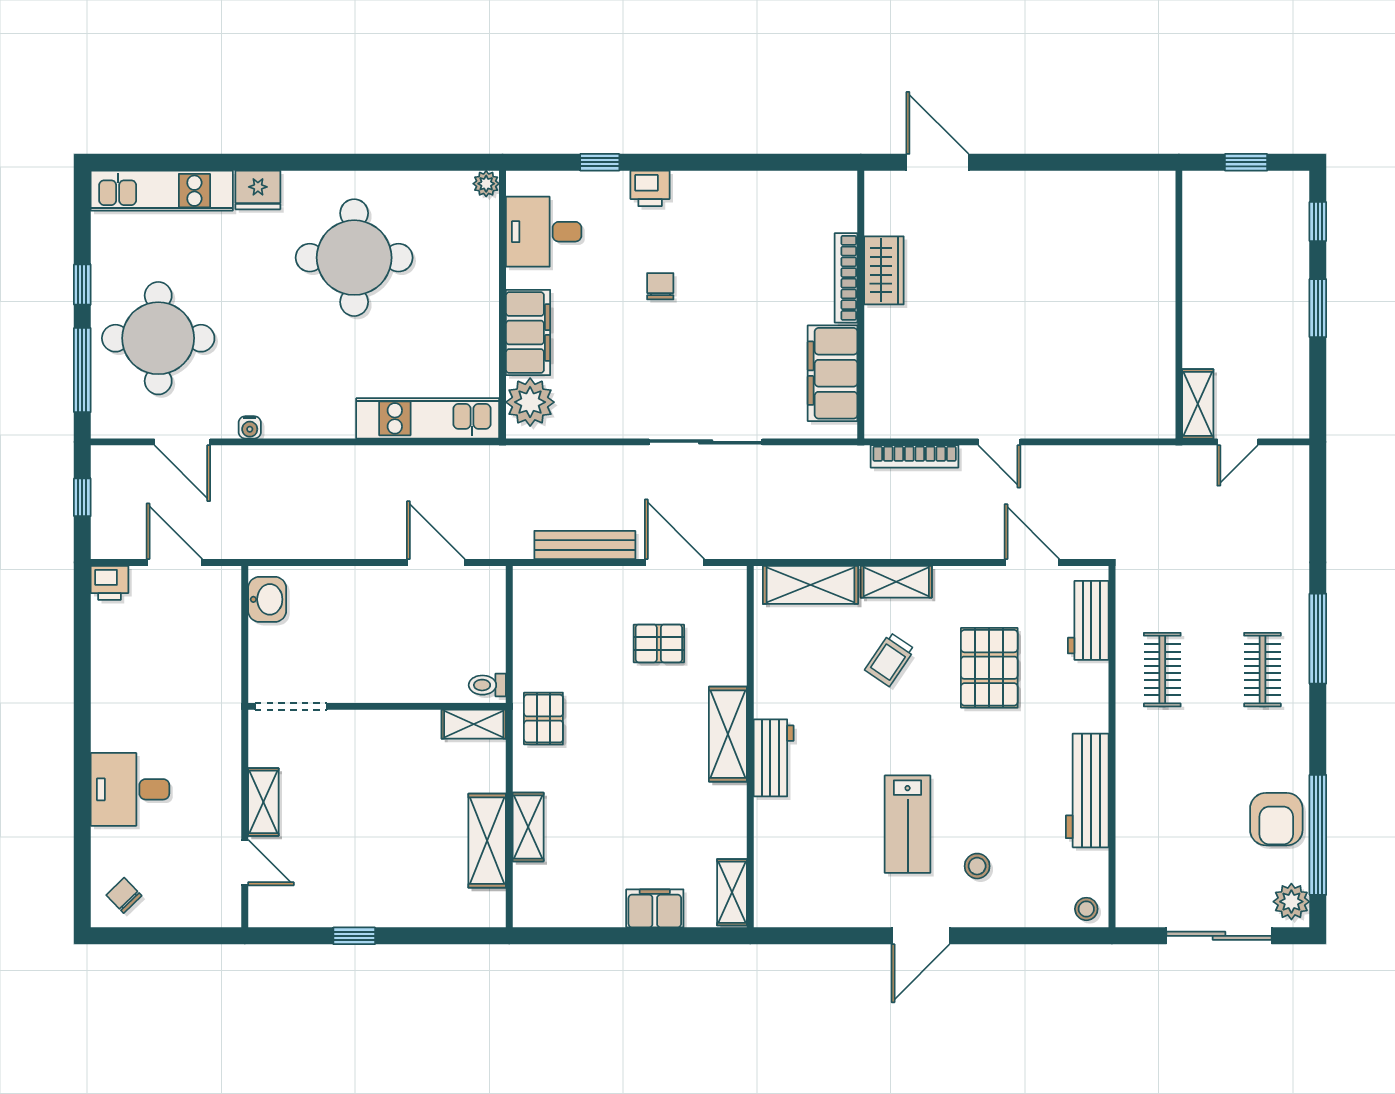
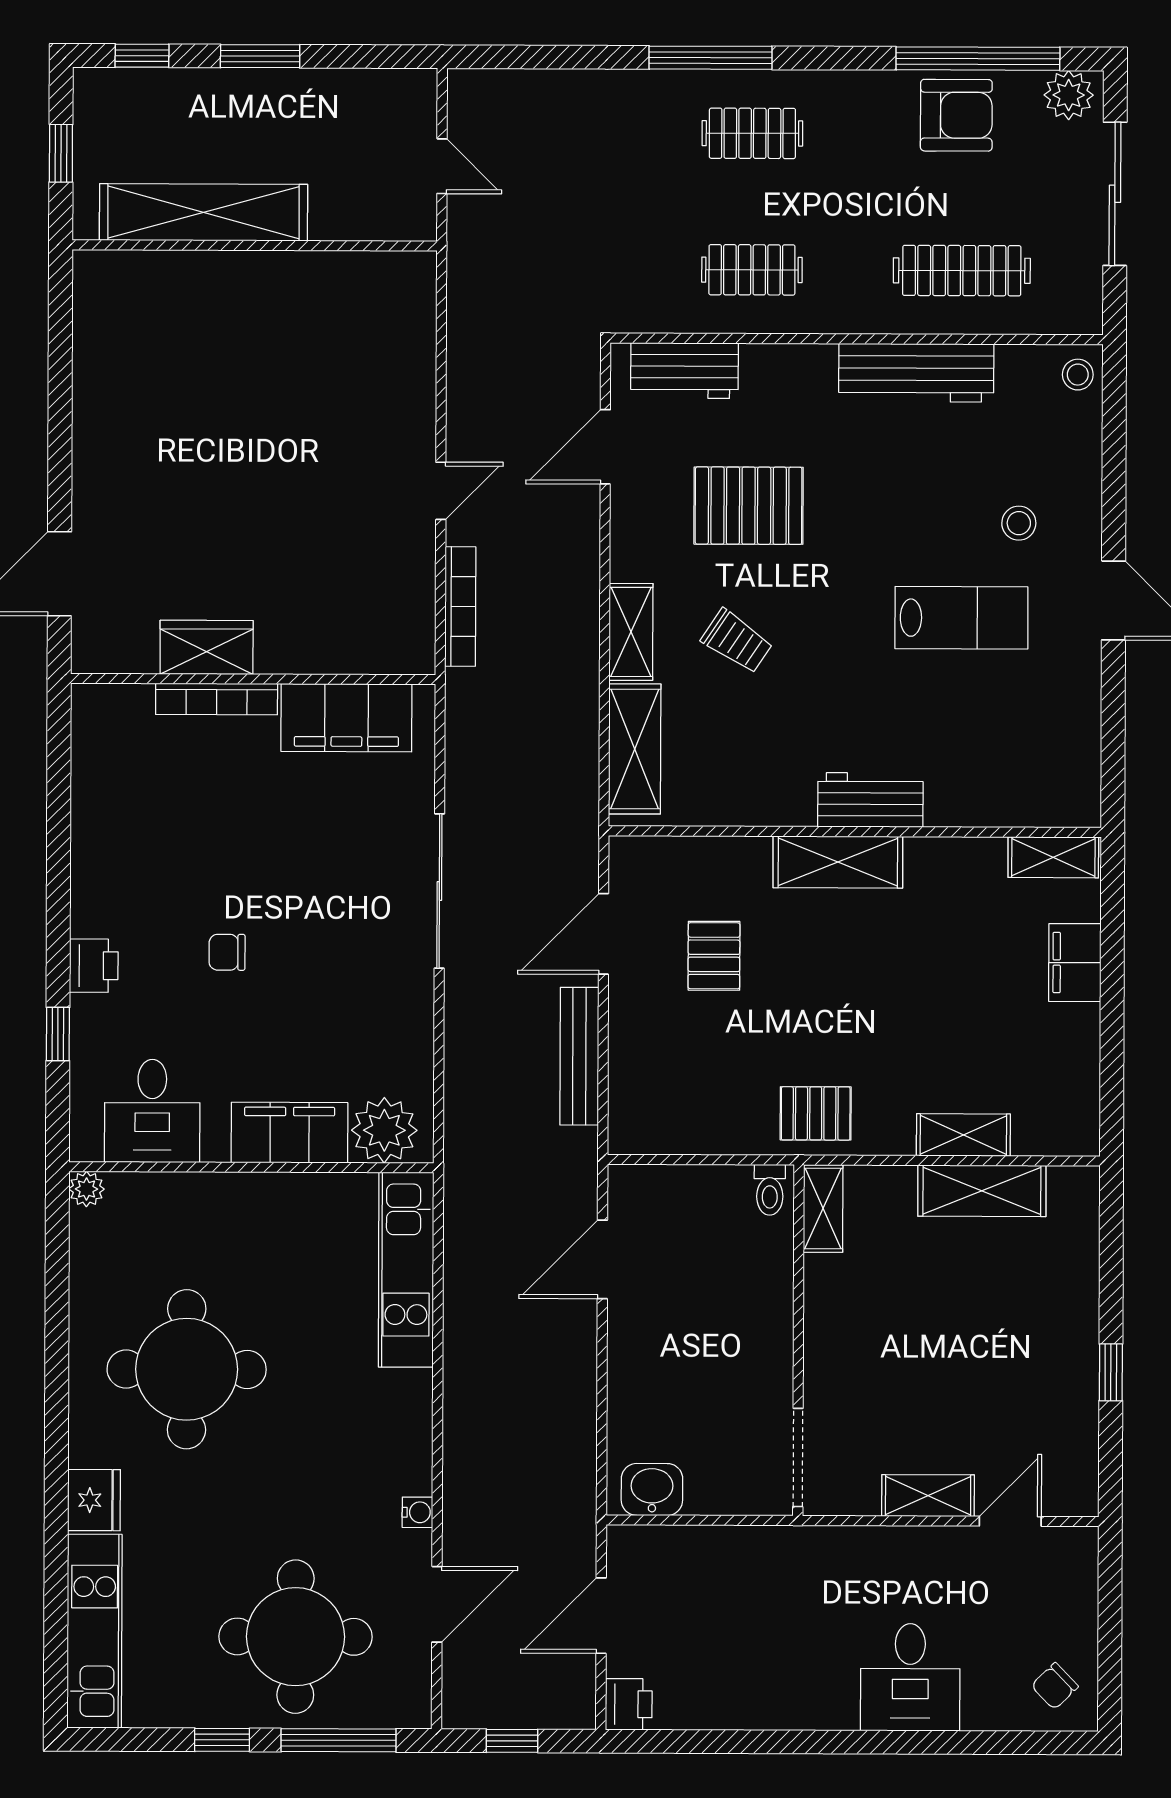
shelving: (1198, 404) -> (203, 212), moved, width x2.20, depth x1.33
clothes rail: (1162, 824) -> (962, 271), added

